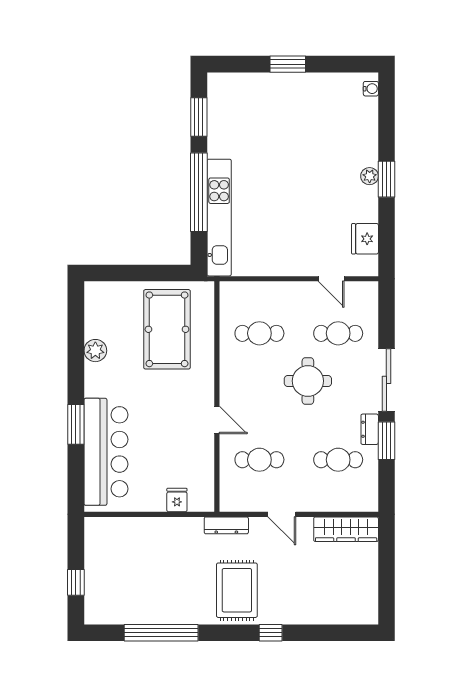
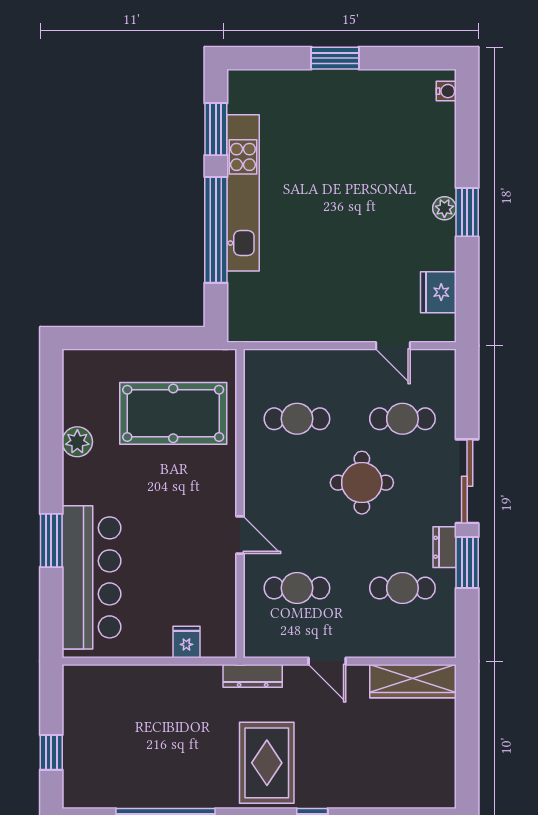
kitchen unit: (219, 218) -> (243, 193), moved
pool table: (167, 329) -> (173, 413), turned 90

